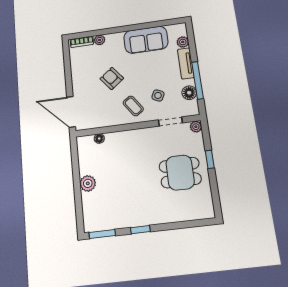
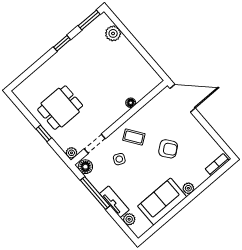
plant: (100, 40) -> (188, 188), moved
floor lamp: (189, 93) -> (85, 167), moved
floor lamp: (99, 139) -> (131, 103), moved
plant: (88, 183) -> (113, 33), moved

